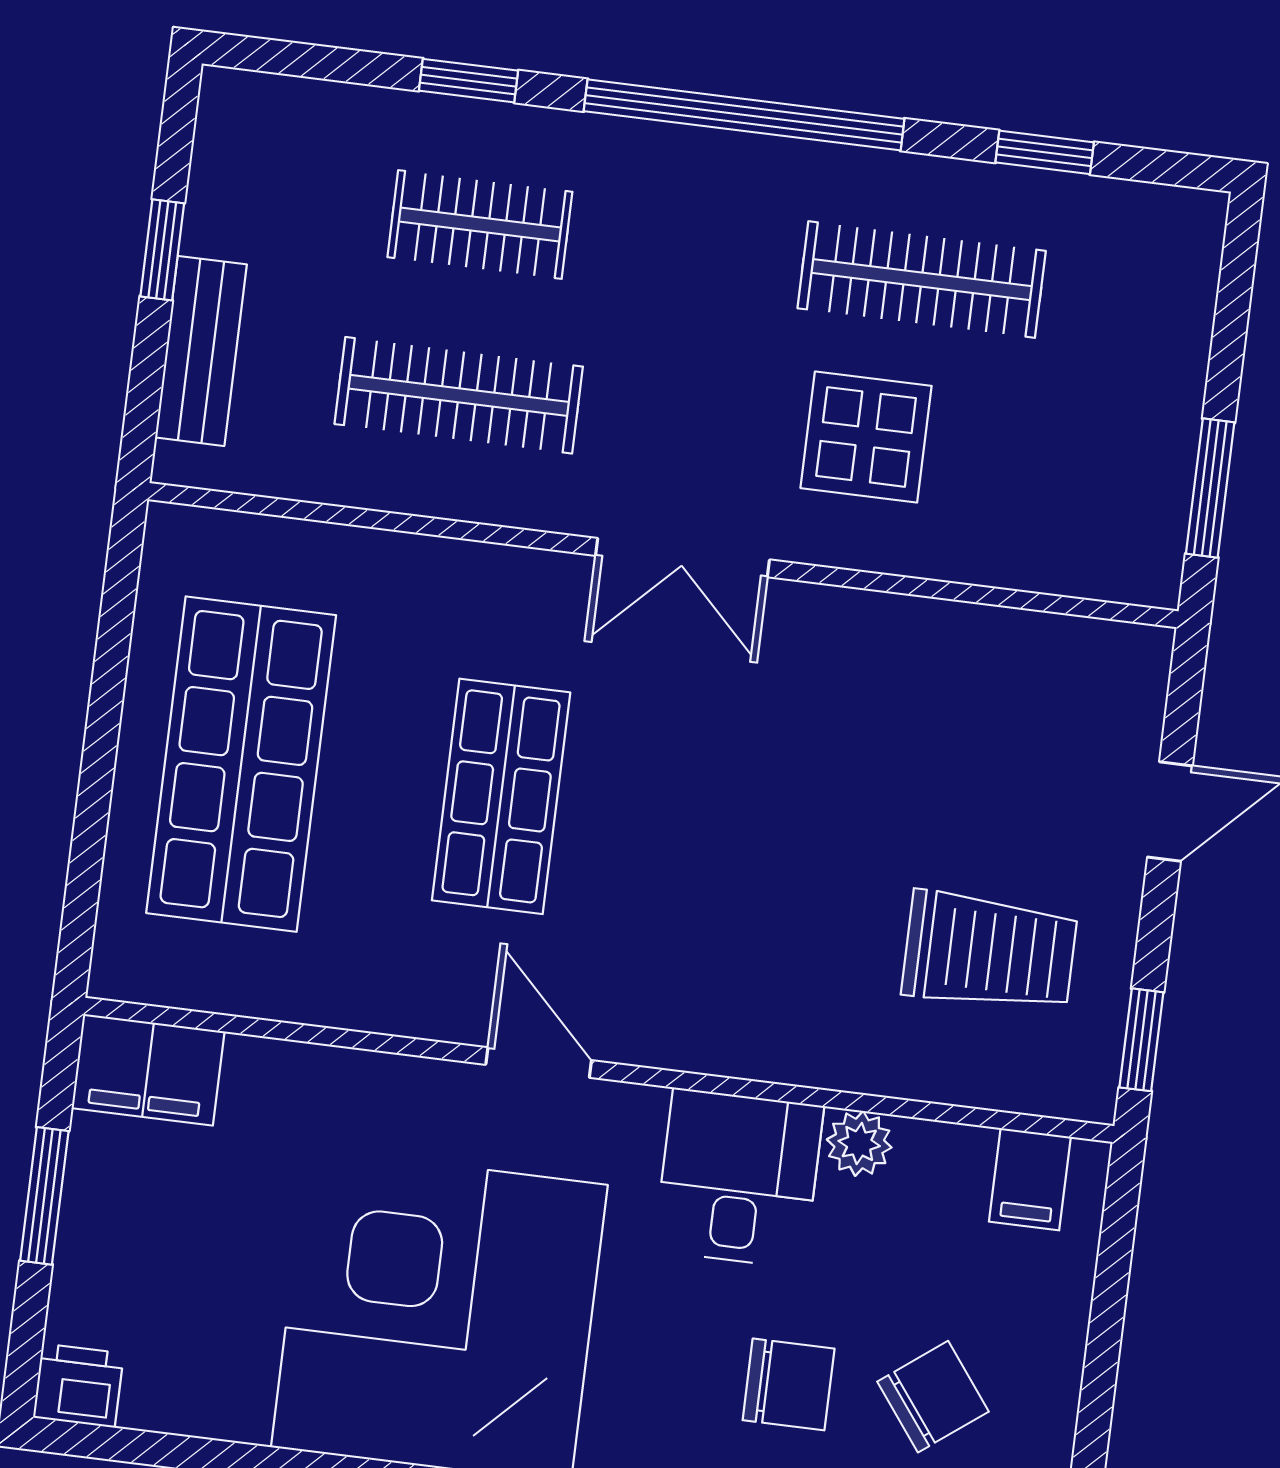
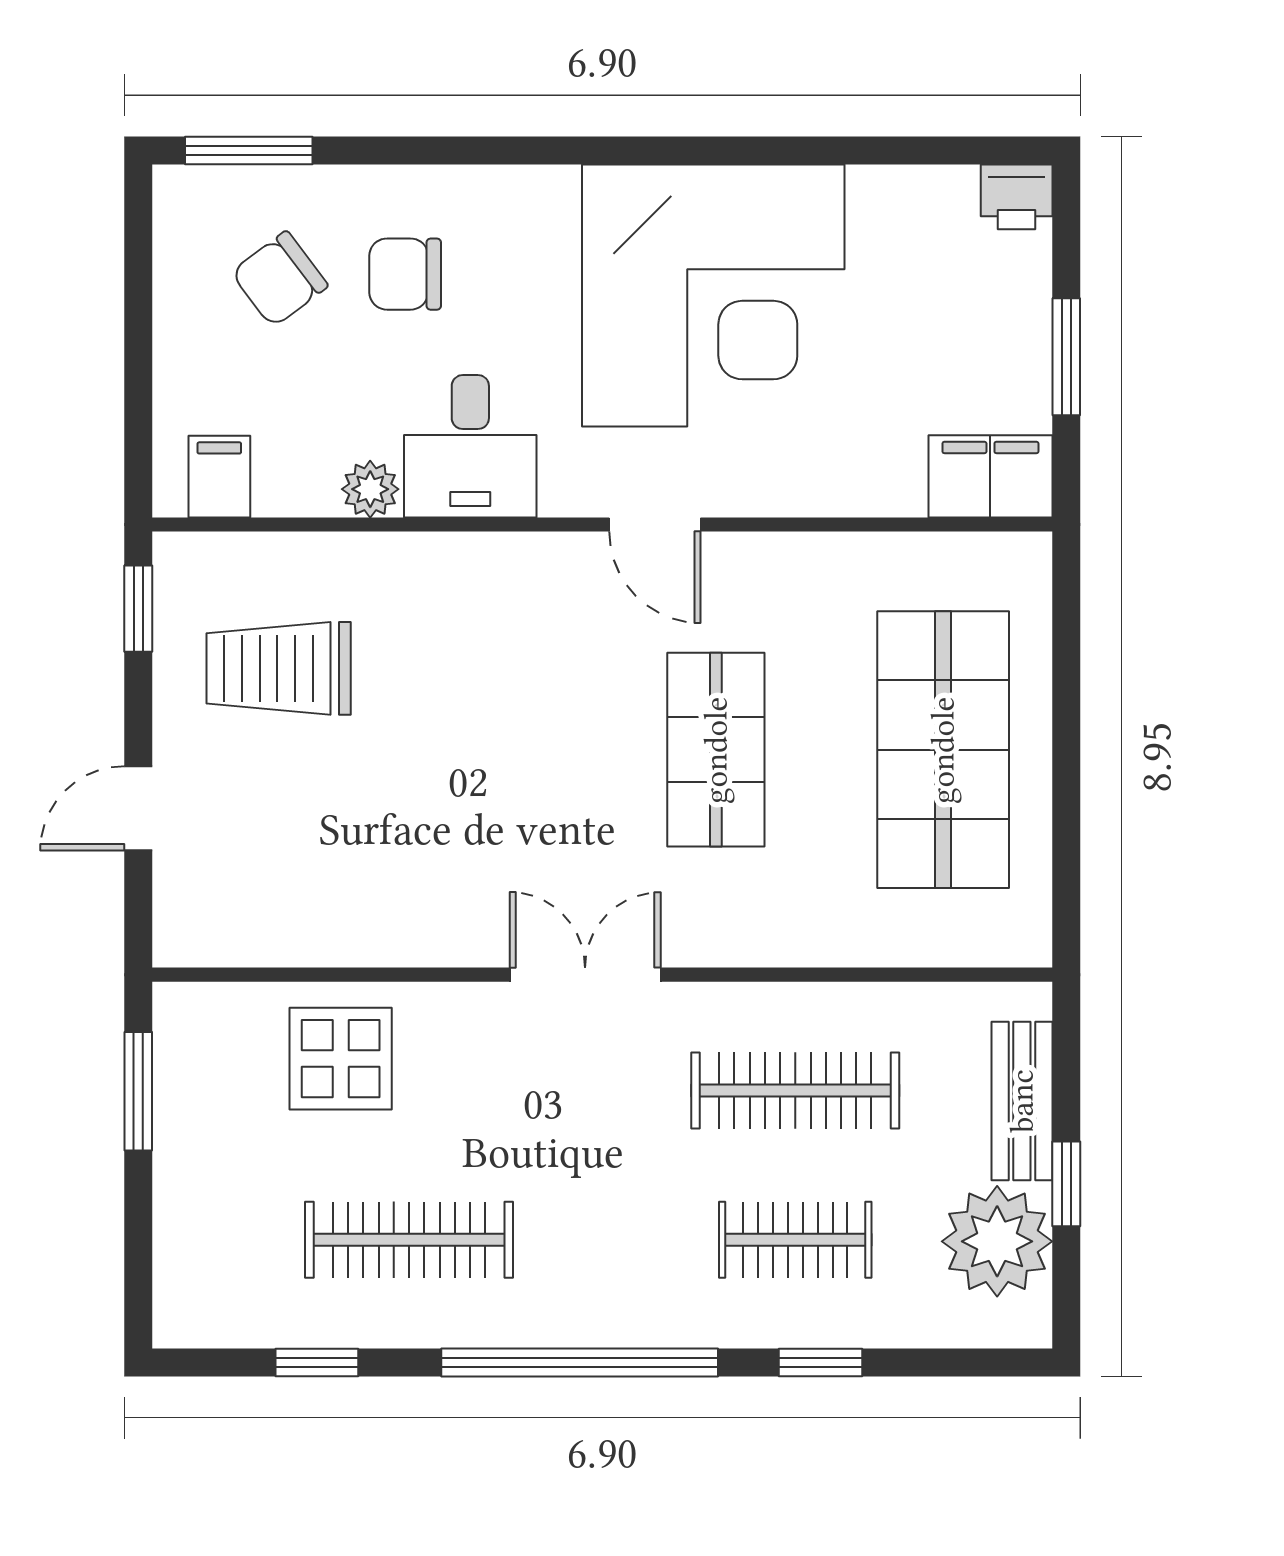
plant: (249, 194) -> (997, 1241), added
display table: (866, 437) -> (341, 1059), moved

